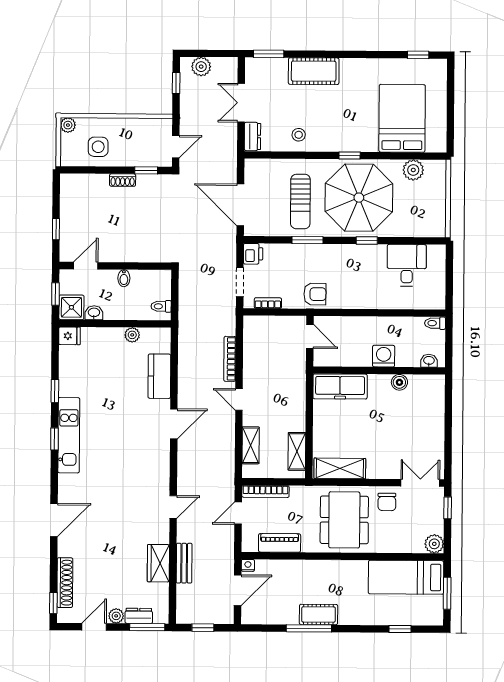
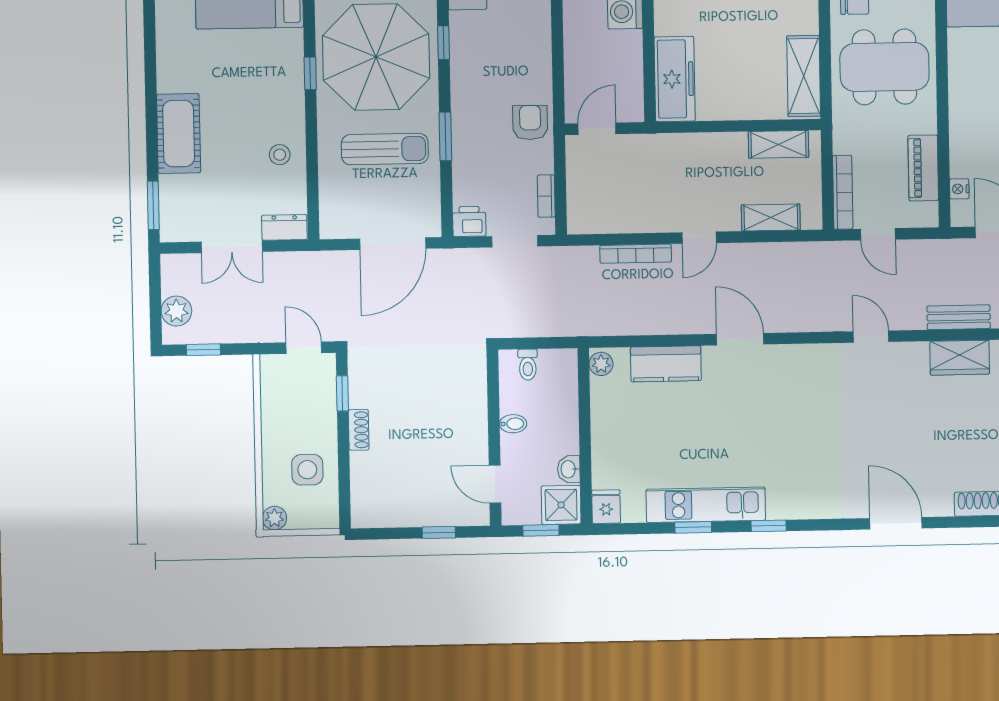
toilet: (161, 306) -> (528, 365), moved
plant: (132, 335) -> (601, 364), moved
kitchen unit: (69, 435) -> (706, 505), moved
nightstand: (248, 565) -> (959, 189), moved

